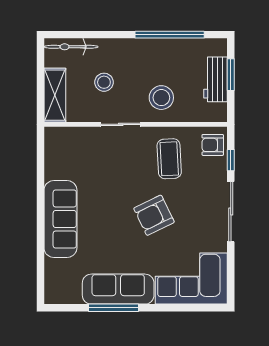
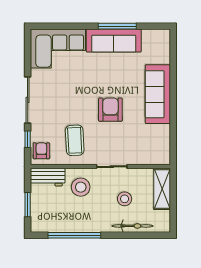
bicycle: (71, 47) -> (132, 226), moved
workbench: (216, 79) -> (48, 177), moved, turned 90
armchair: (213, 145) -> (41, 151), turned -90
armchair: (154, 215) -> (110, 110), moved, turned -64

